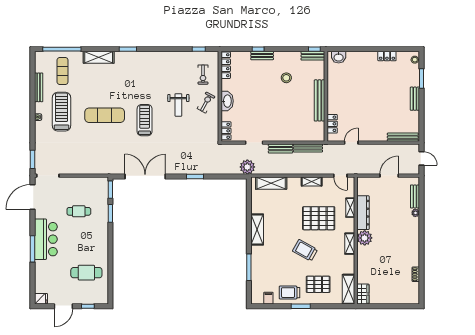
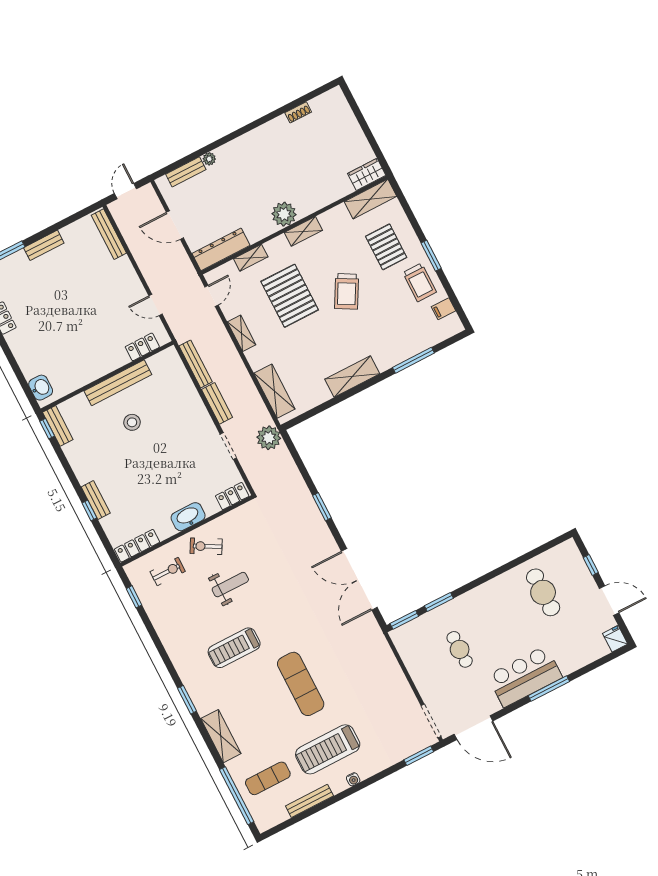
stool: (286, 78) -> (132, 422), moved
treadmill: (145, 120) -> (234, 648), moved
dresser: (363, 213) -> (221, 249), moved

